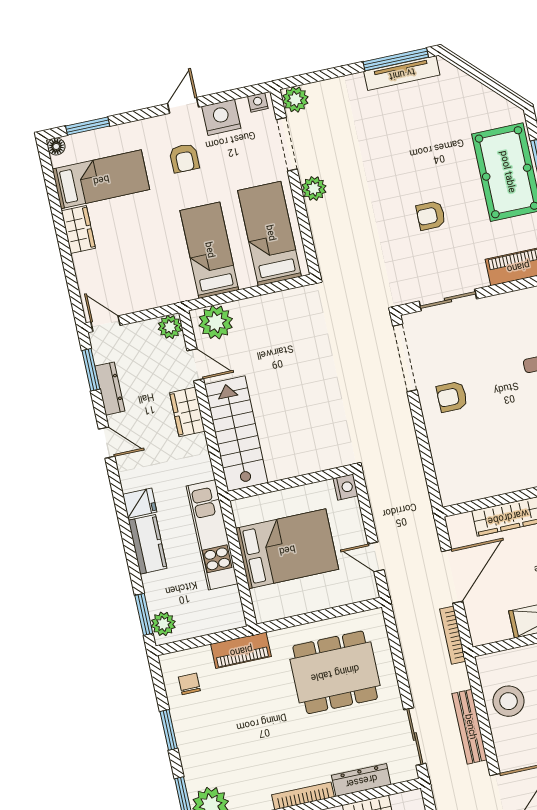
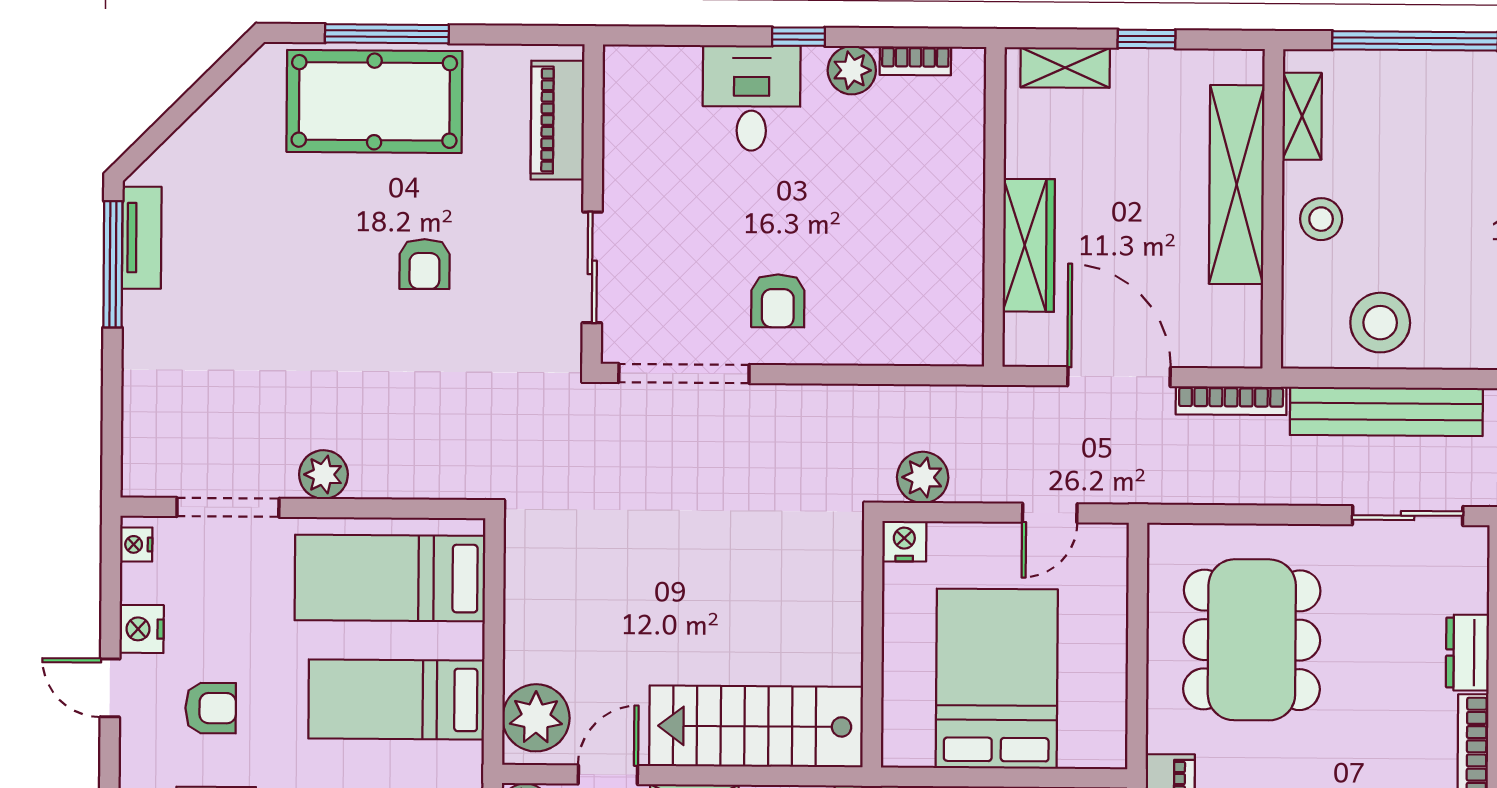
tv unit: (402, 73) -> (142, 238), width x0.71
plant: (295, 99) -> (923, 477), moved
nightstand: (221, 117) -> (142, 629), width x0.74, depth x0.75
bench: (470, 727) -> (1386, 412), width x1.37, depth x1.21
dresser: (361, 780) -> (1467, 653), width x0.70

